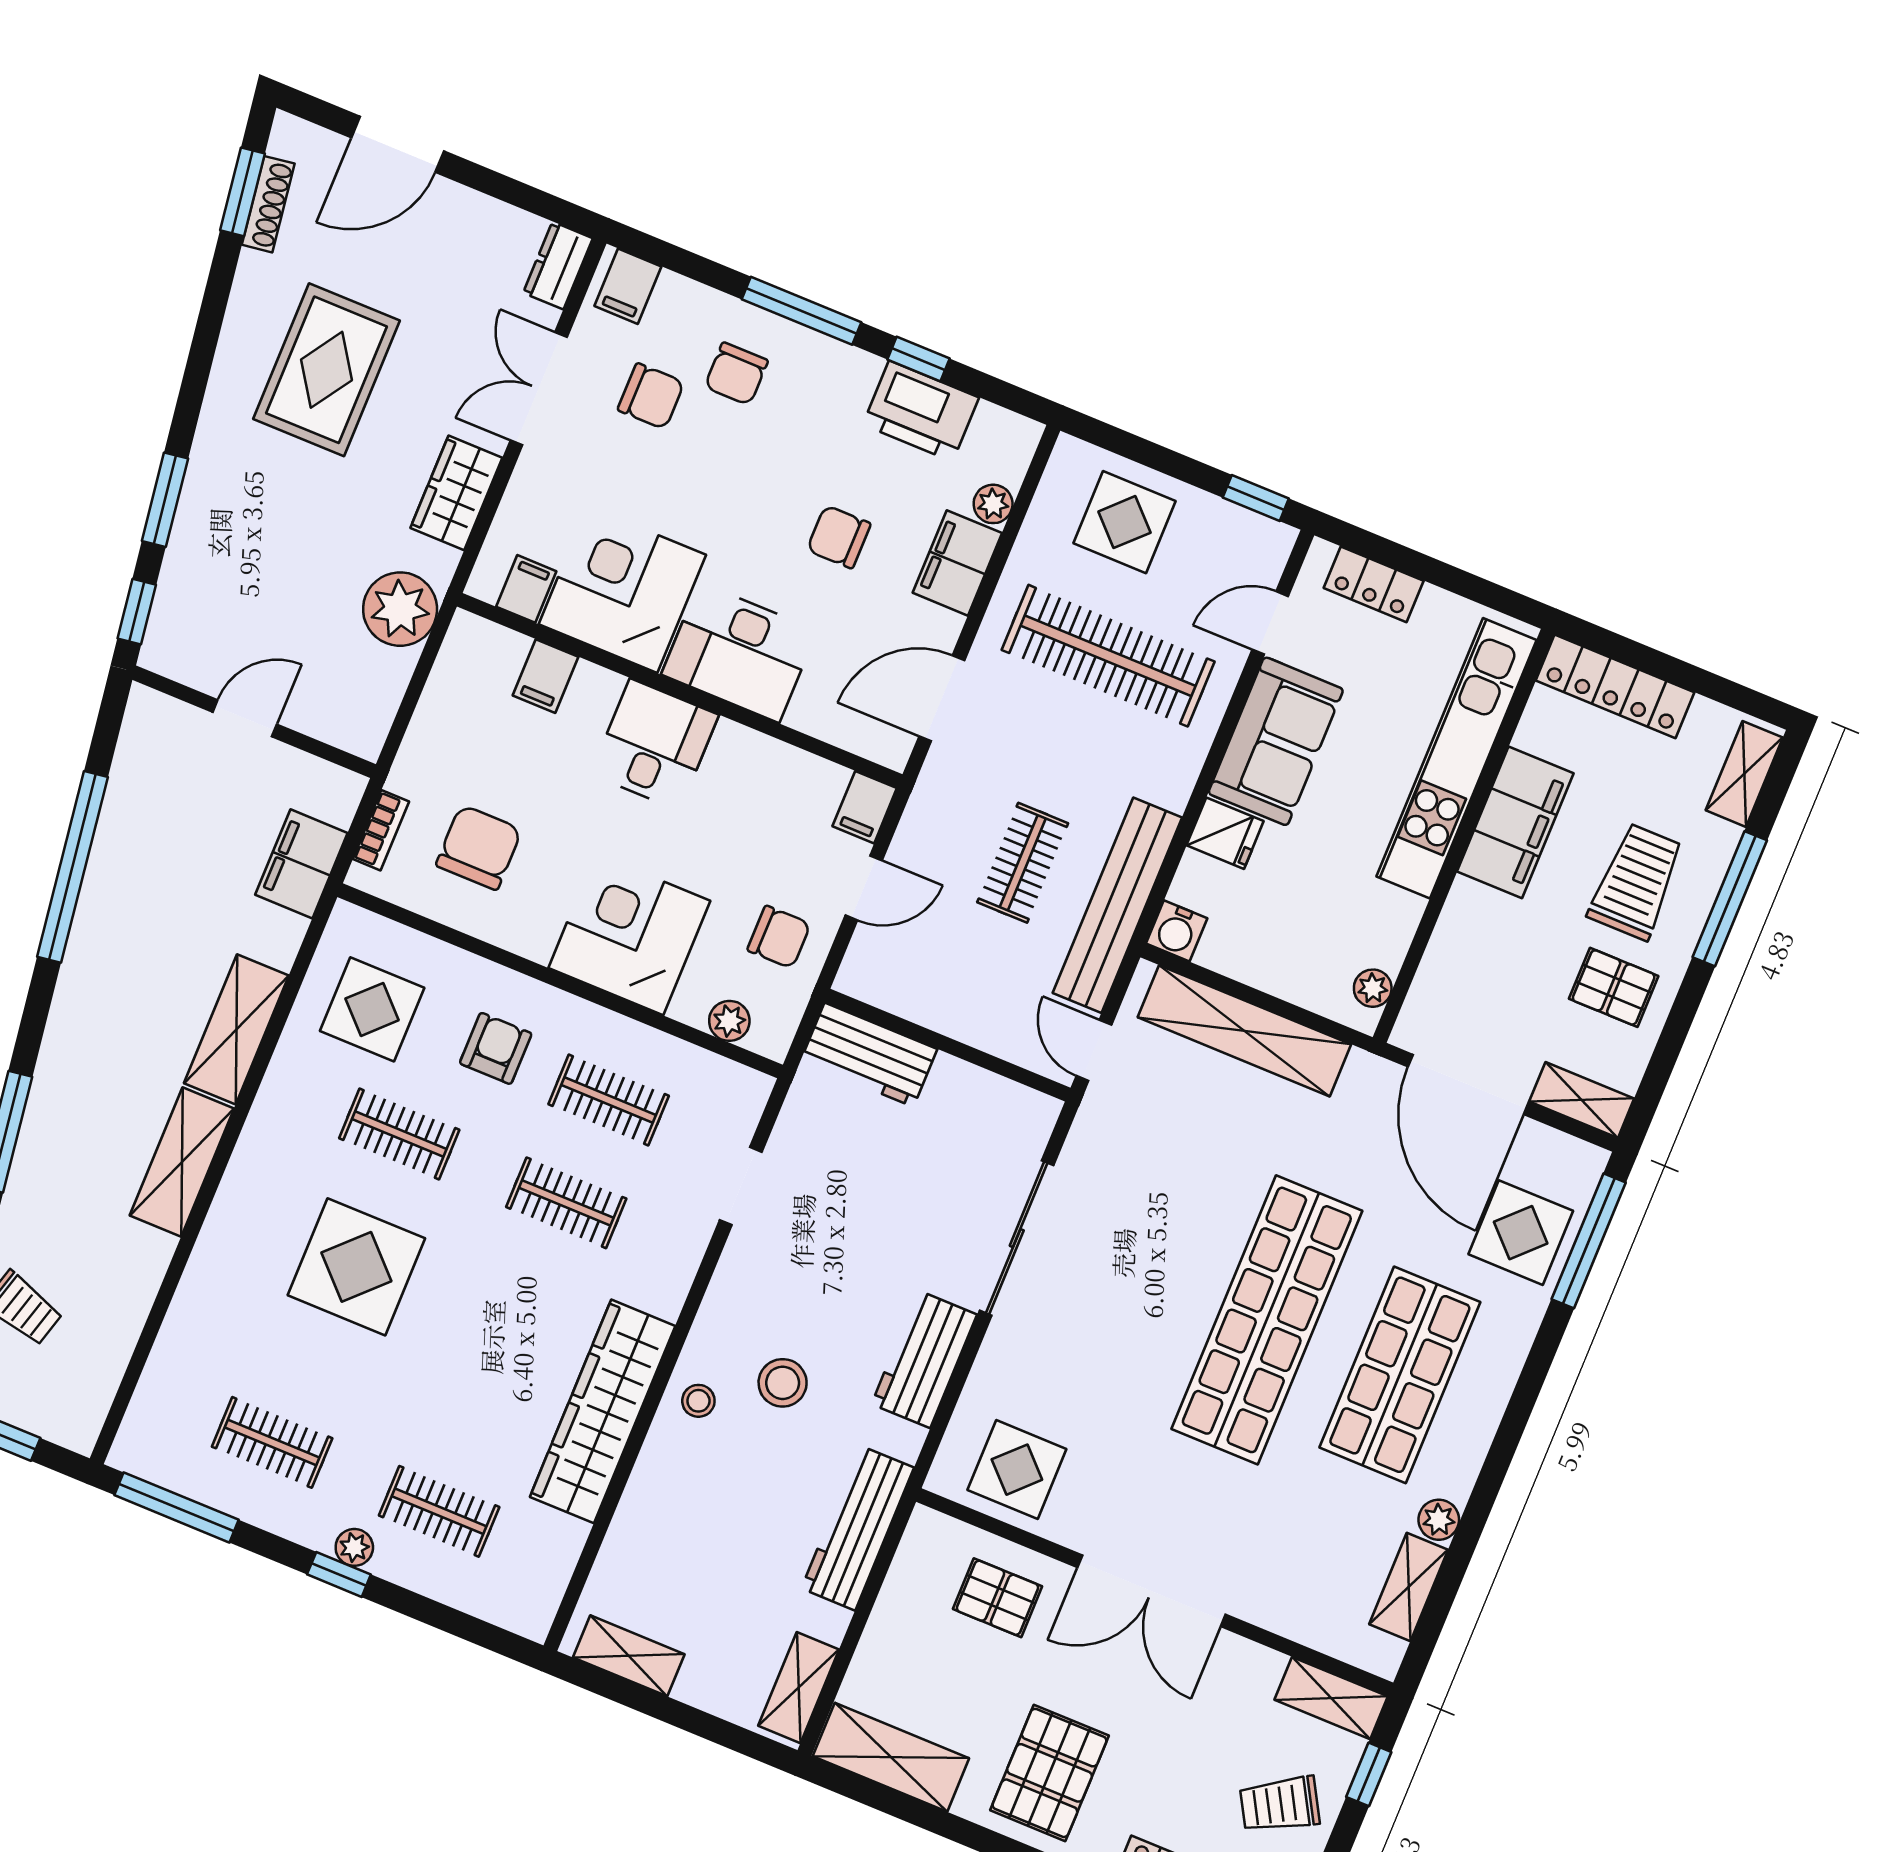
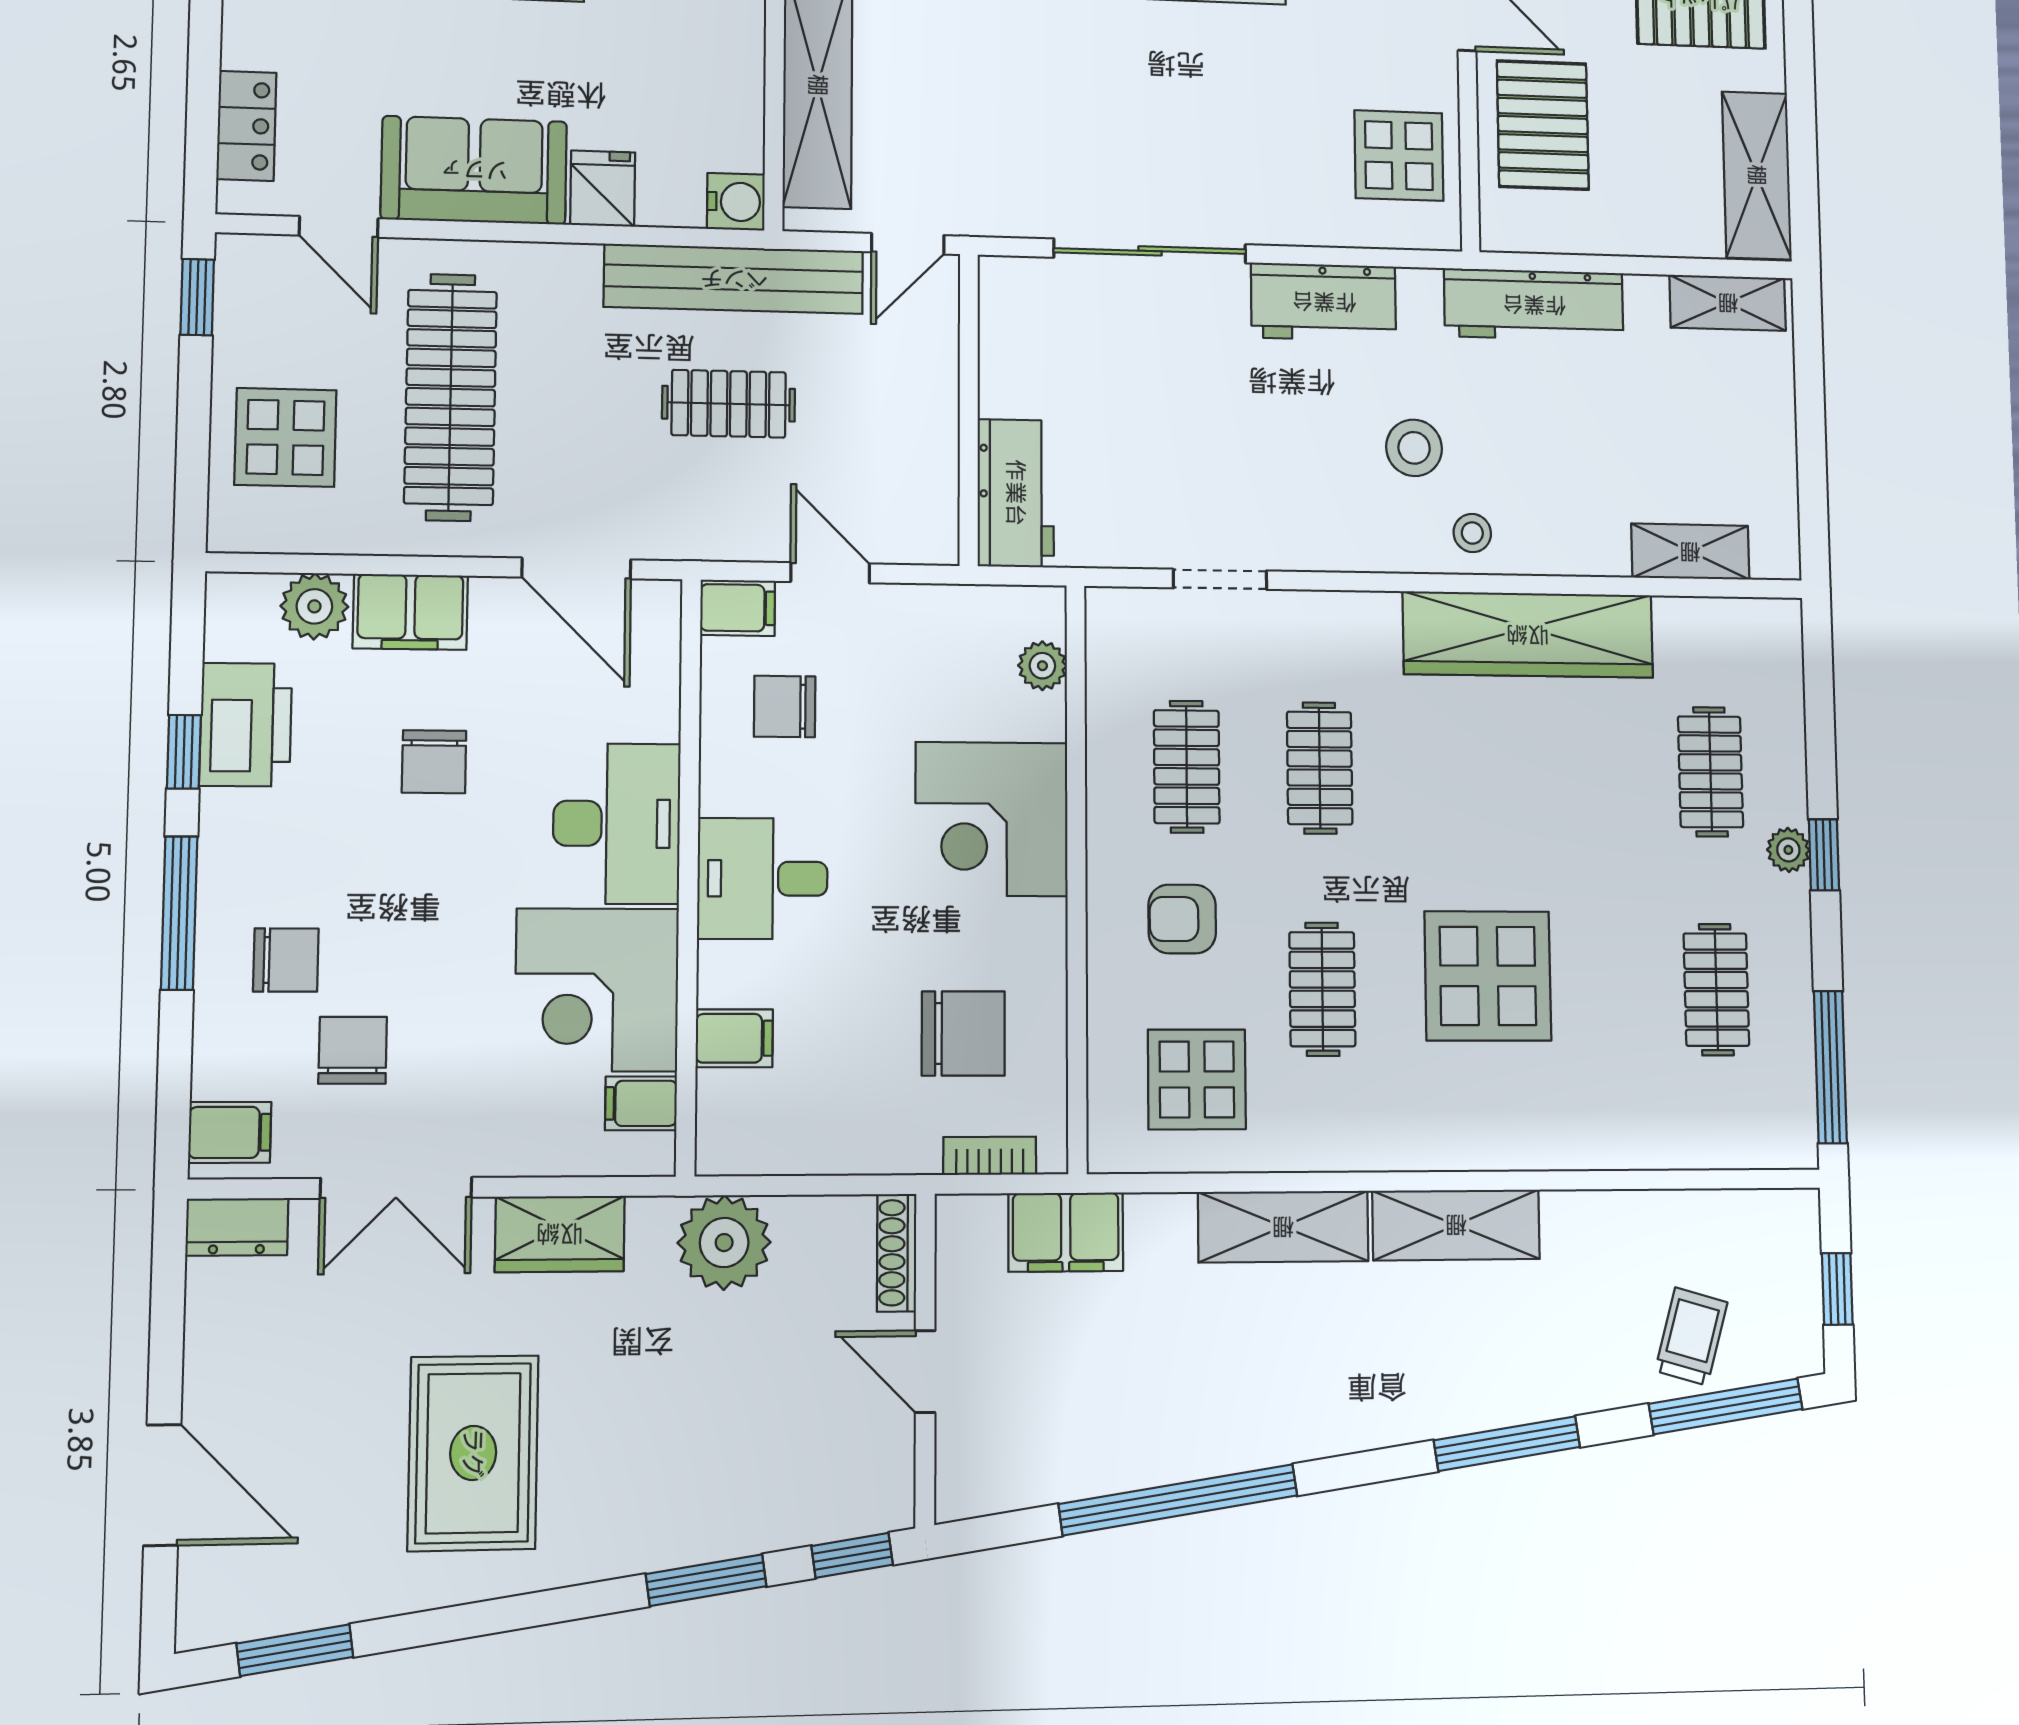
shoe rack: (268, 204) -> (897, 1253), moved, turned -82
rug: (327, 370) -> (473, 1453), turned 90
plant: (993, 504) -> (314, 606), width x1.38, depth x1.38
chair: (479, 847) -> (963, 1033), turned 180
chair: (779, 937) -> (785, 707), moved, turned -90
pallet: (997, 1598) -> (1543, 125), width x1.50, depth x1.42
shelving: (629, 1656) -> (1690, 552), moved, turned 90

